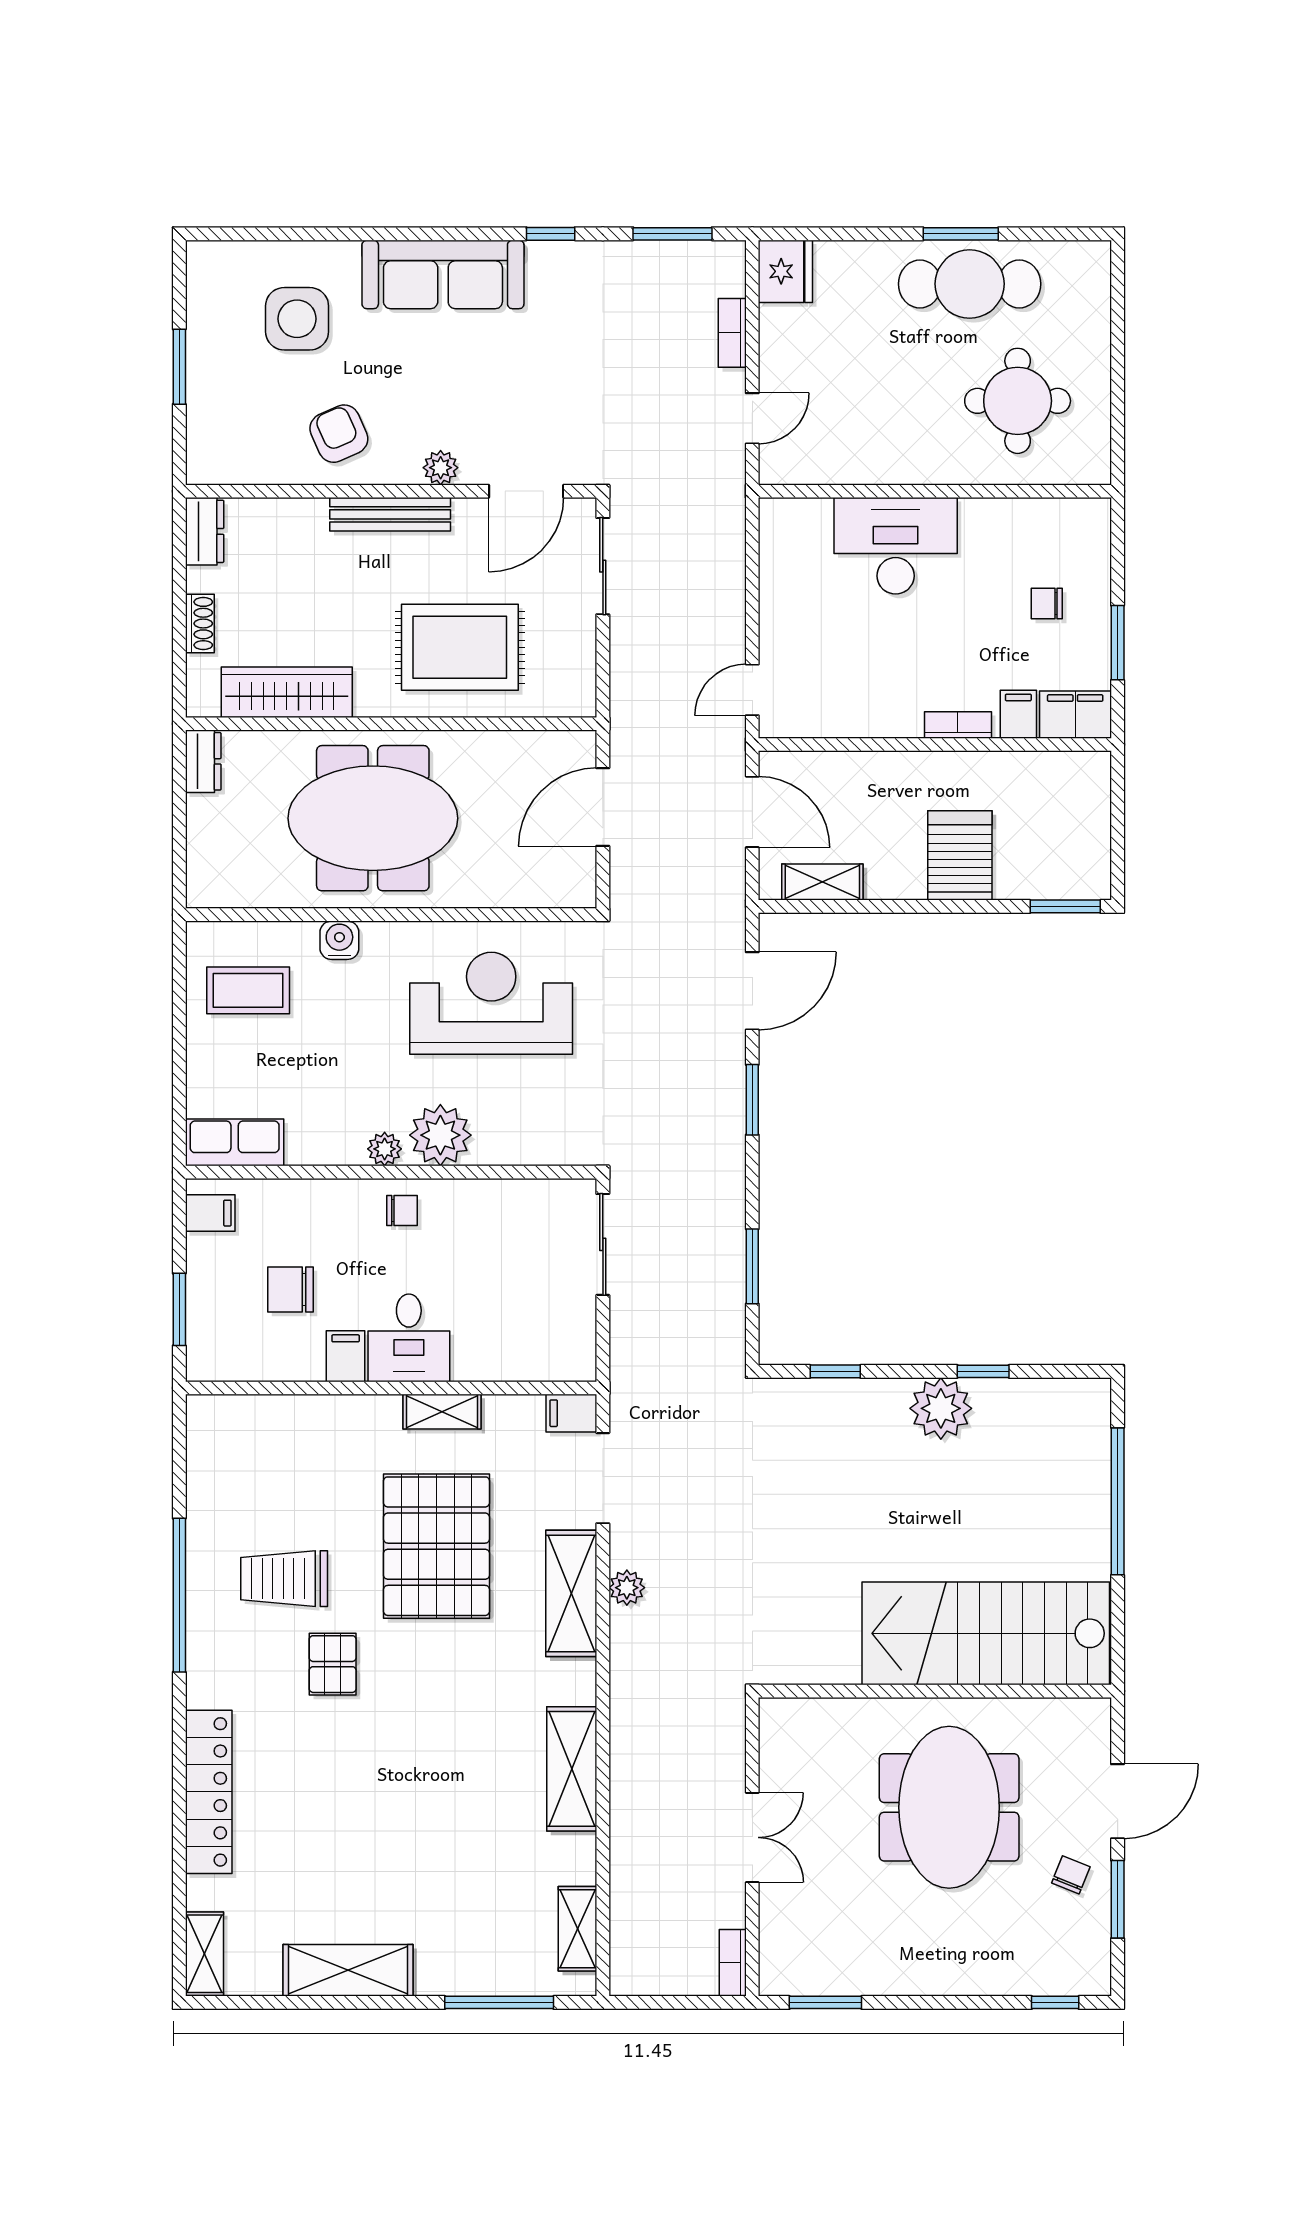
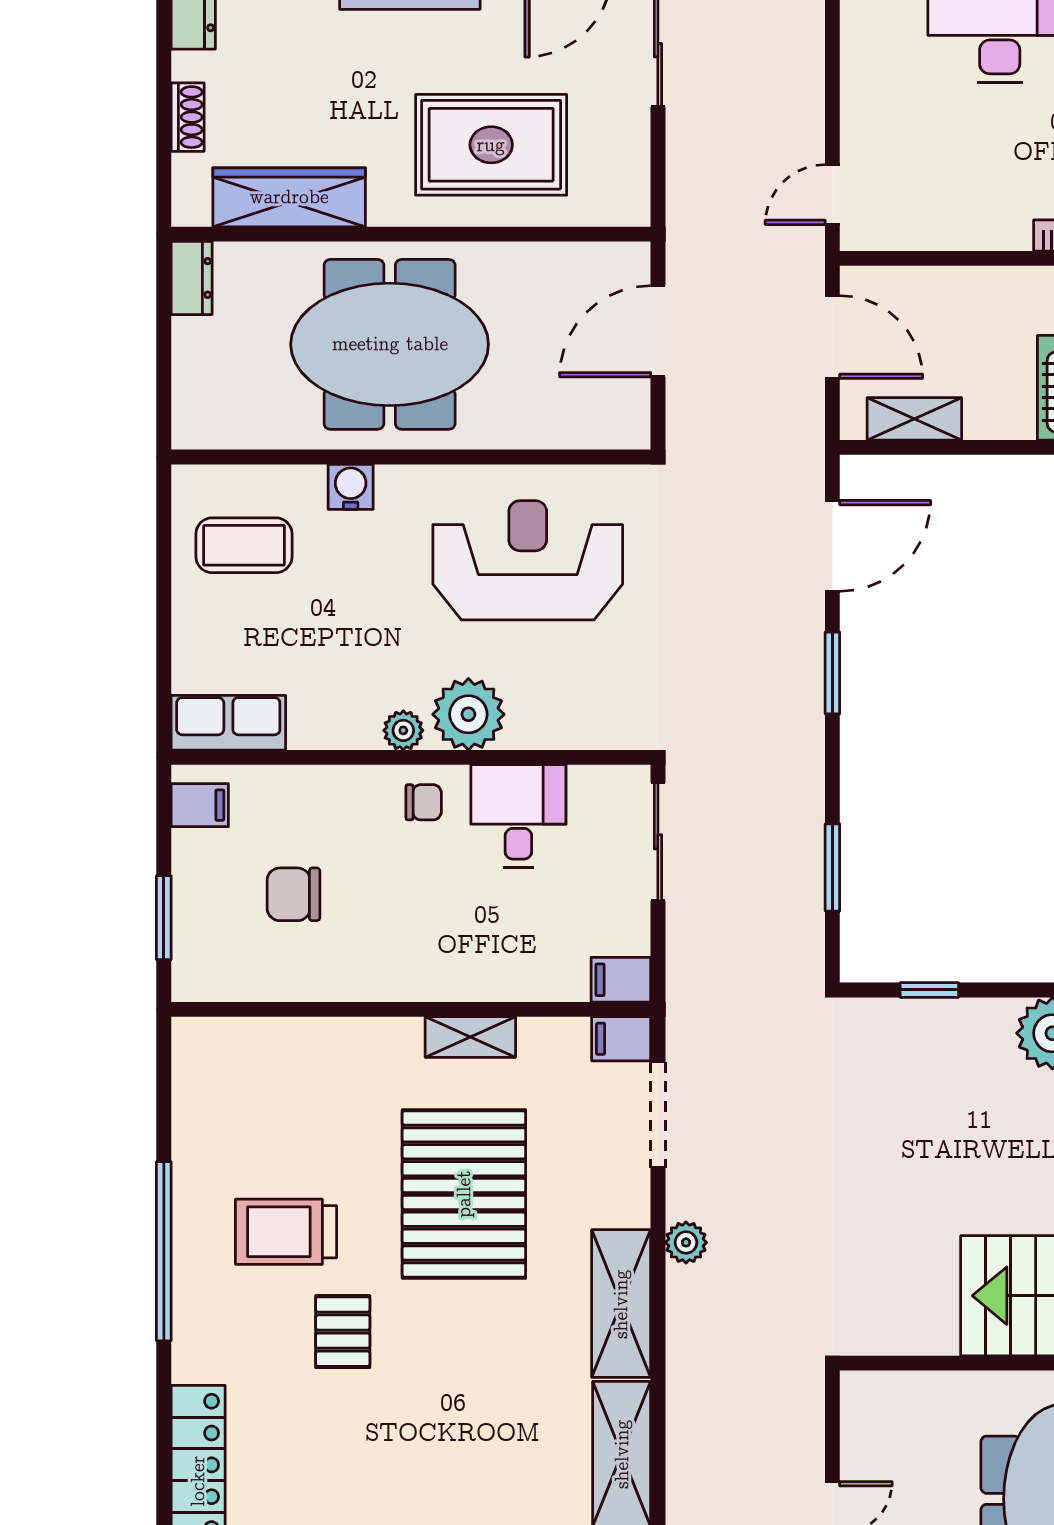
desk: (409, 1338) -> (518, 816), moved, turned 180
filing cabinet: (346, 1356) -> (621, 980), moved, turned -90
shelving: (571, 1593) -> (621, 1304), moved

